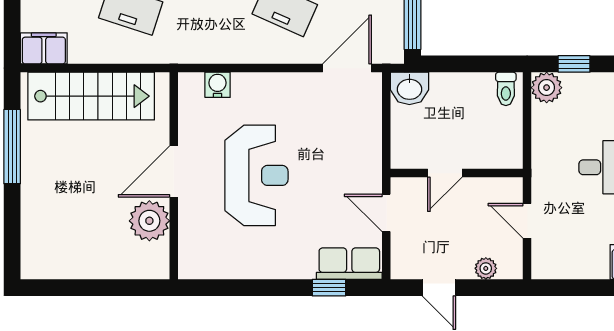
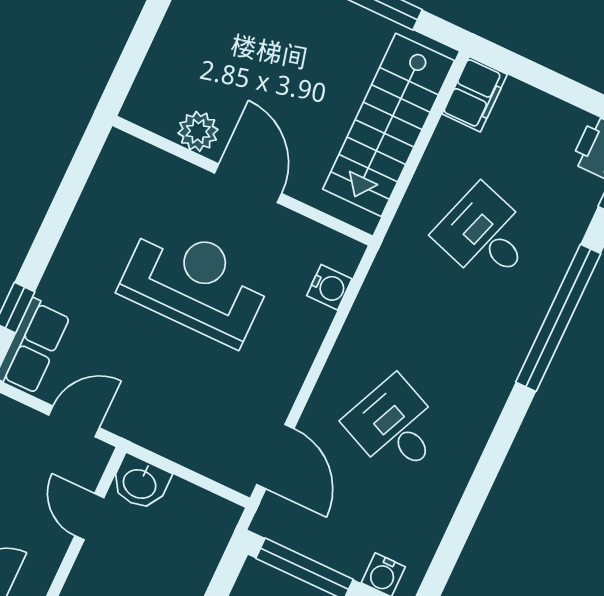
washbasin: (409, 88) -> (140, 483), moved, turned -90
reception desk: (256, 175) -> (195, 283), turned 180
plant: (149, 221) -> (198, 131), width x0.73, depth x0.73

